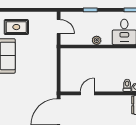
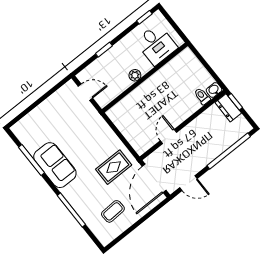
rug: (16, 27) -> (114, 167), moved
coffee table: (18, 112) -> (113, 211), added

